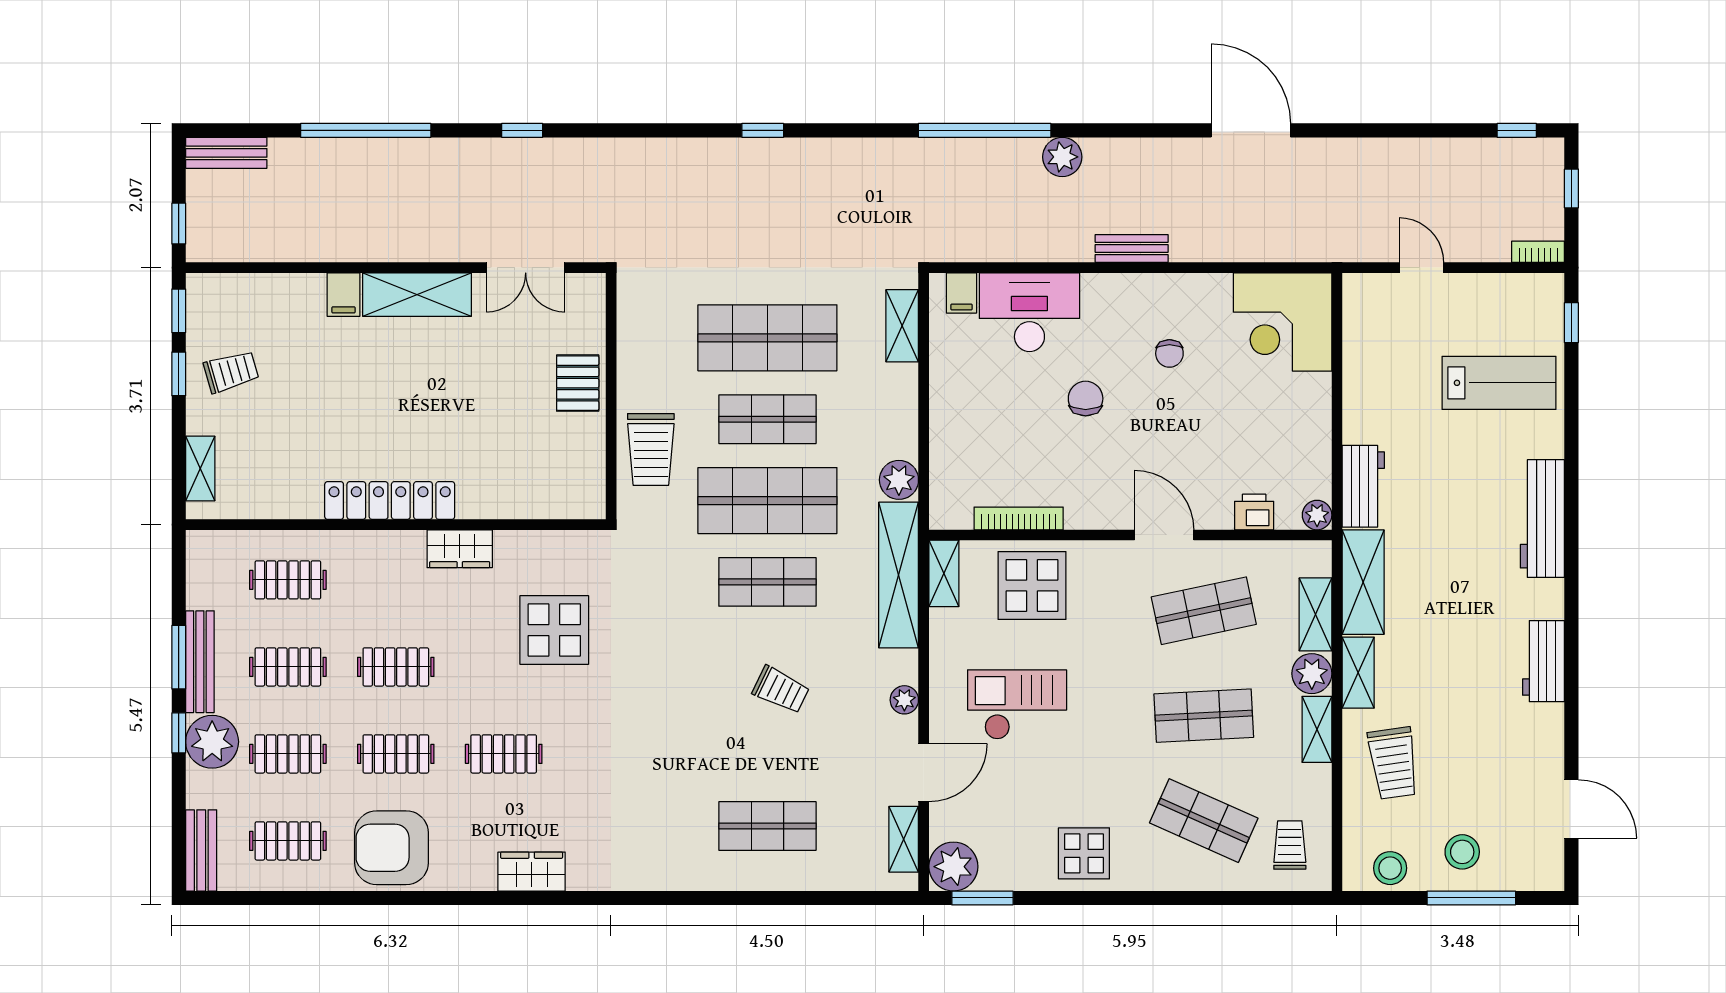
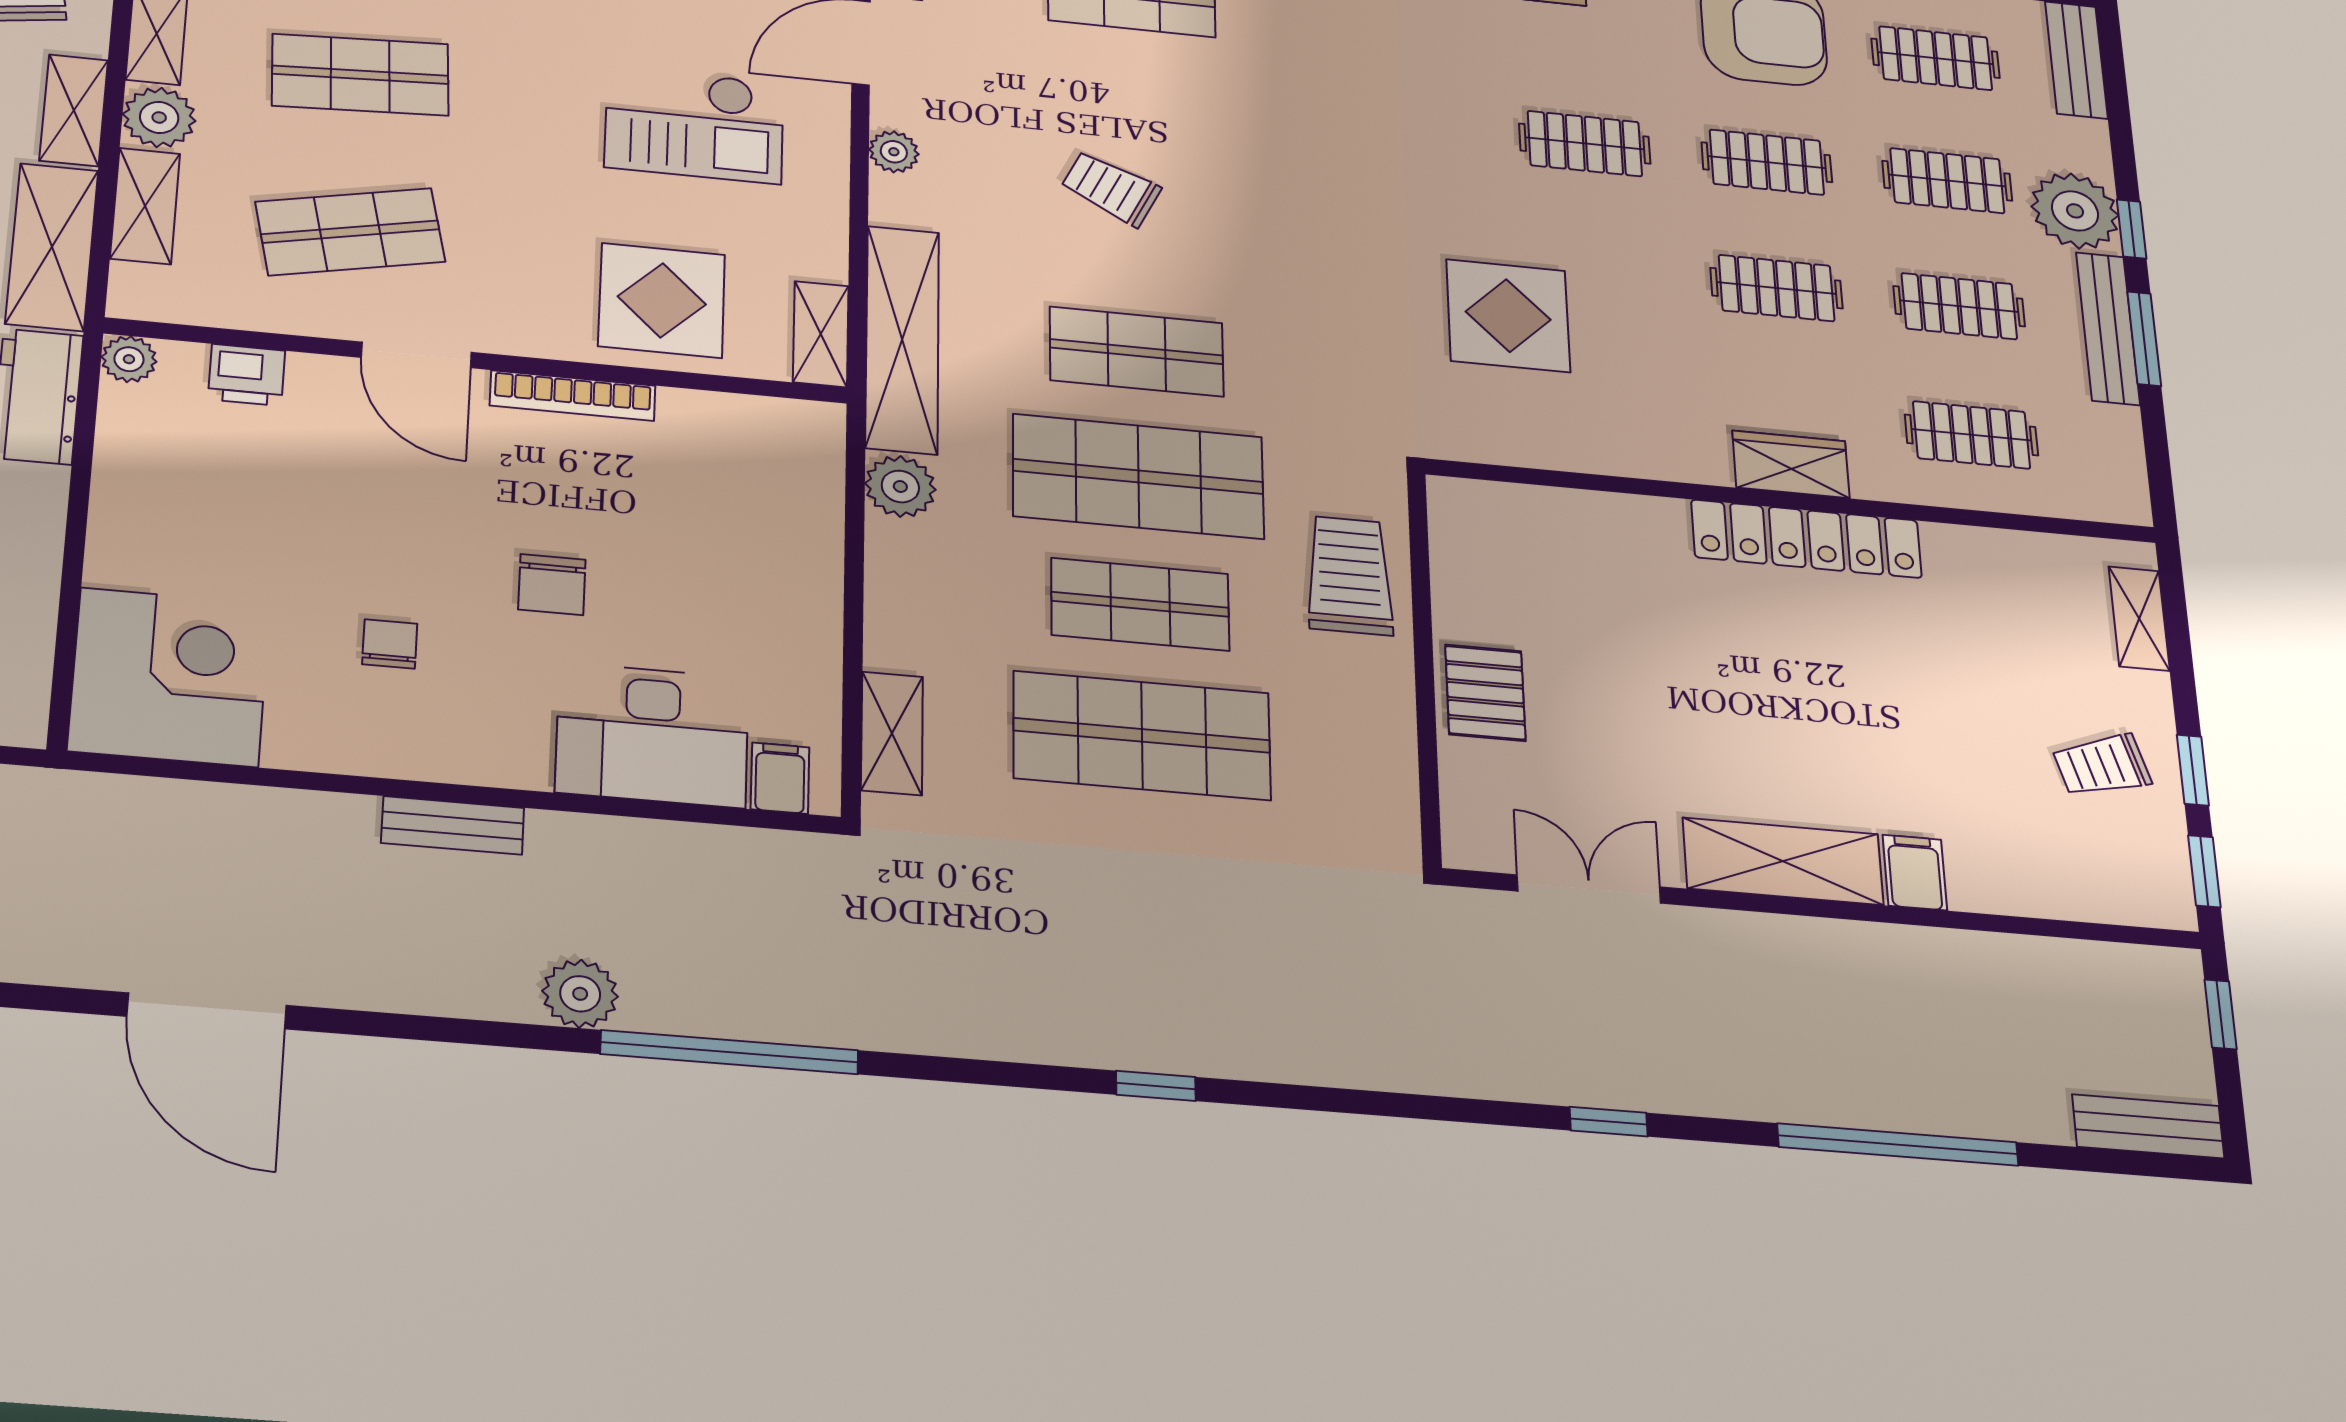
bookcase: (1019, 518) -> (573, 396), moved
wardrobe: (460, 549) -> (1791, 464), moved

